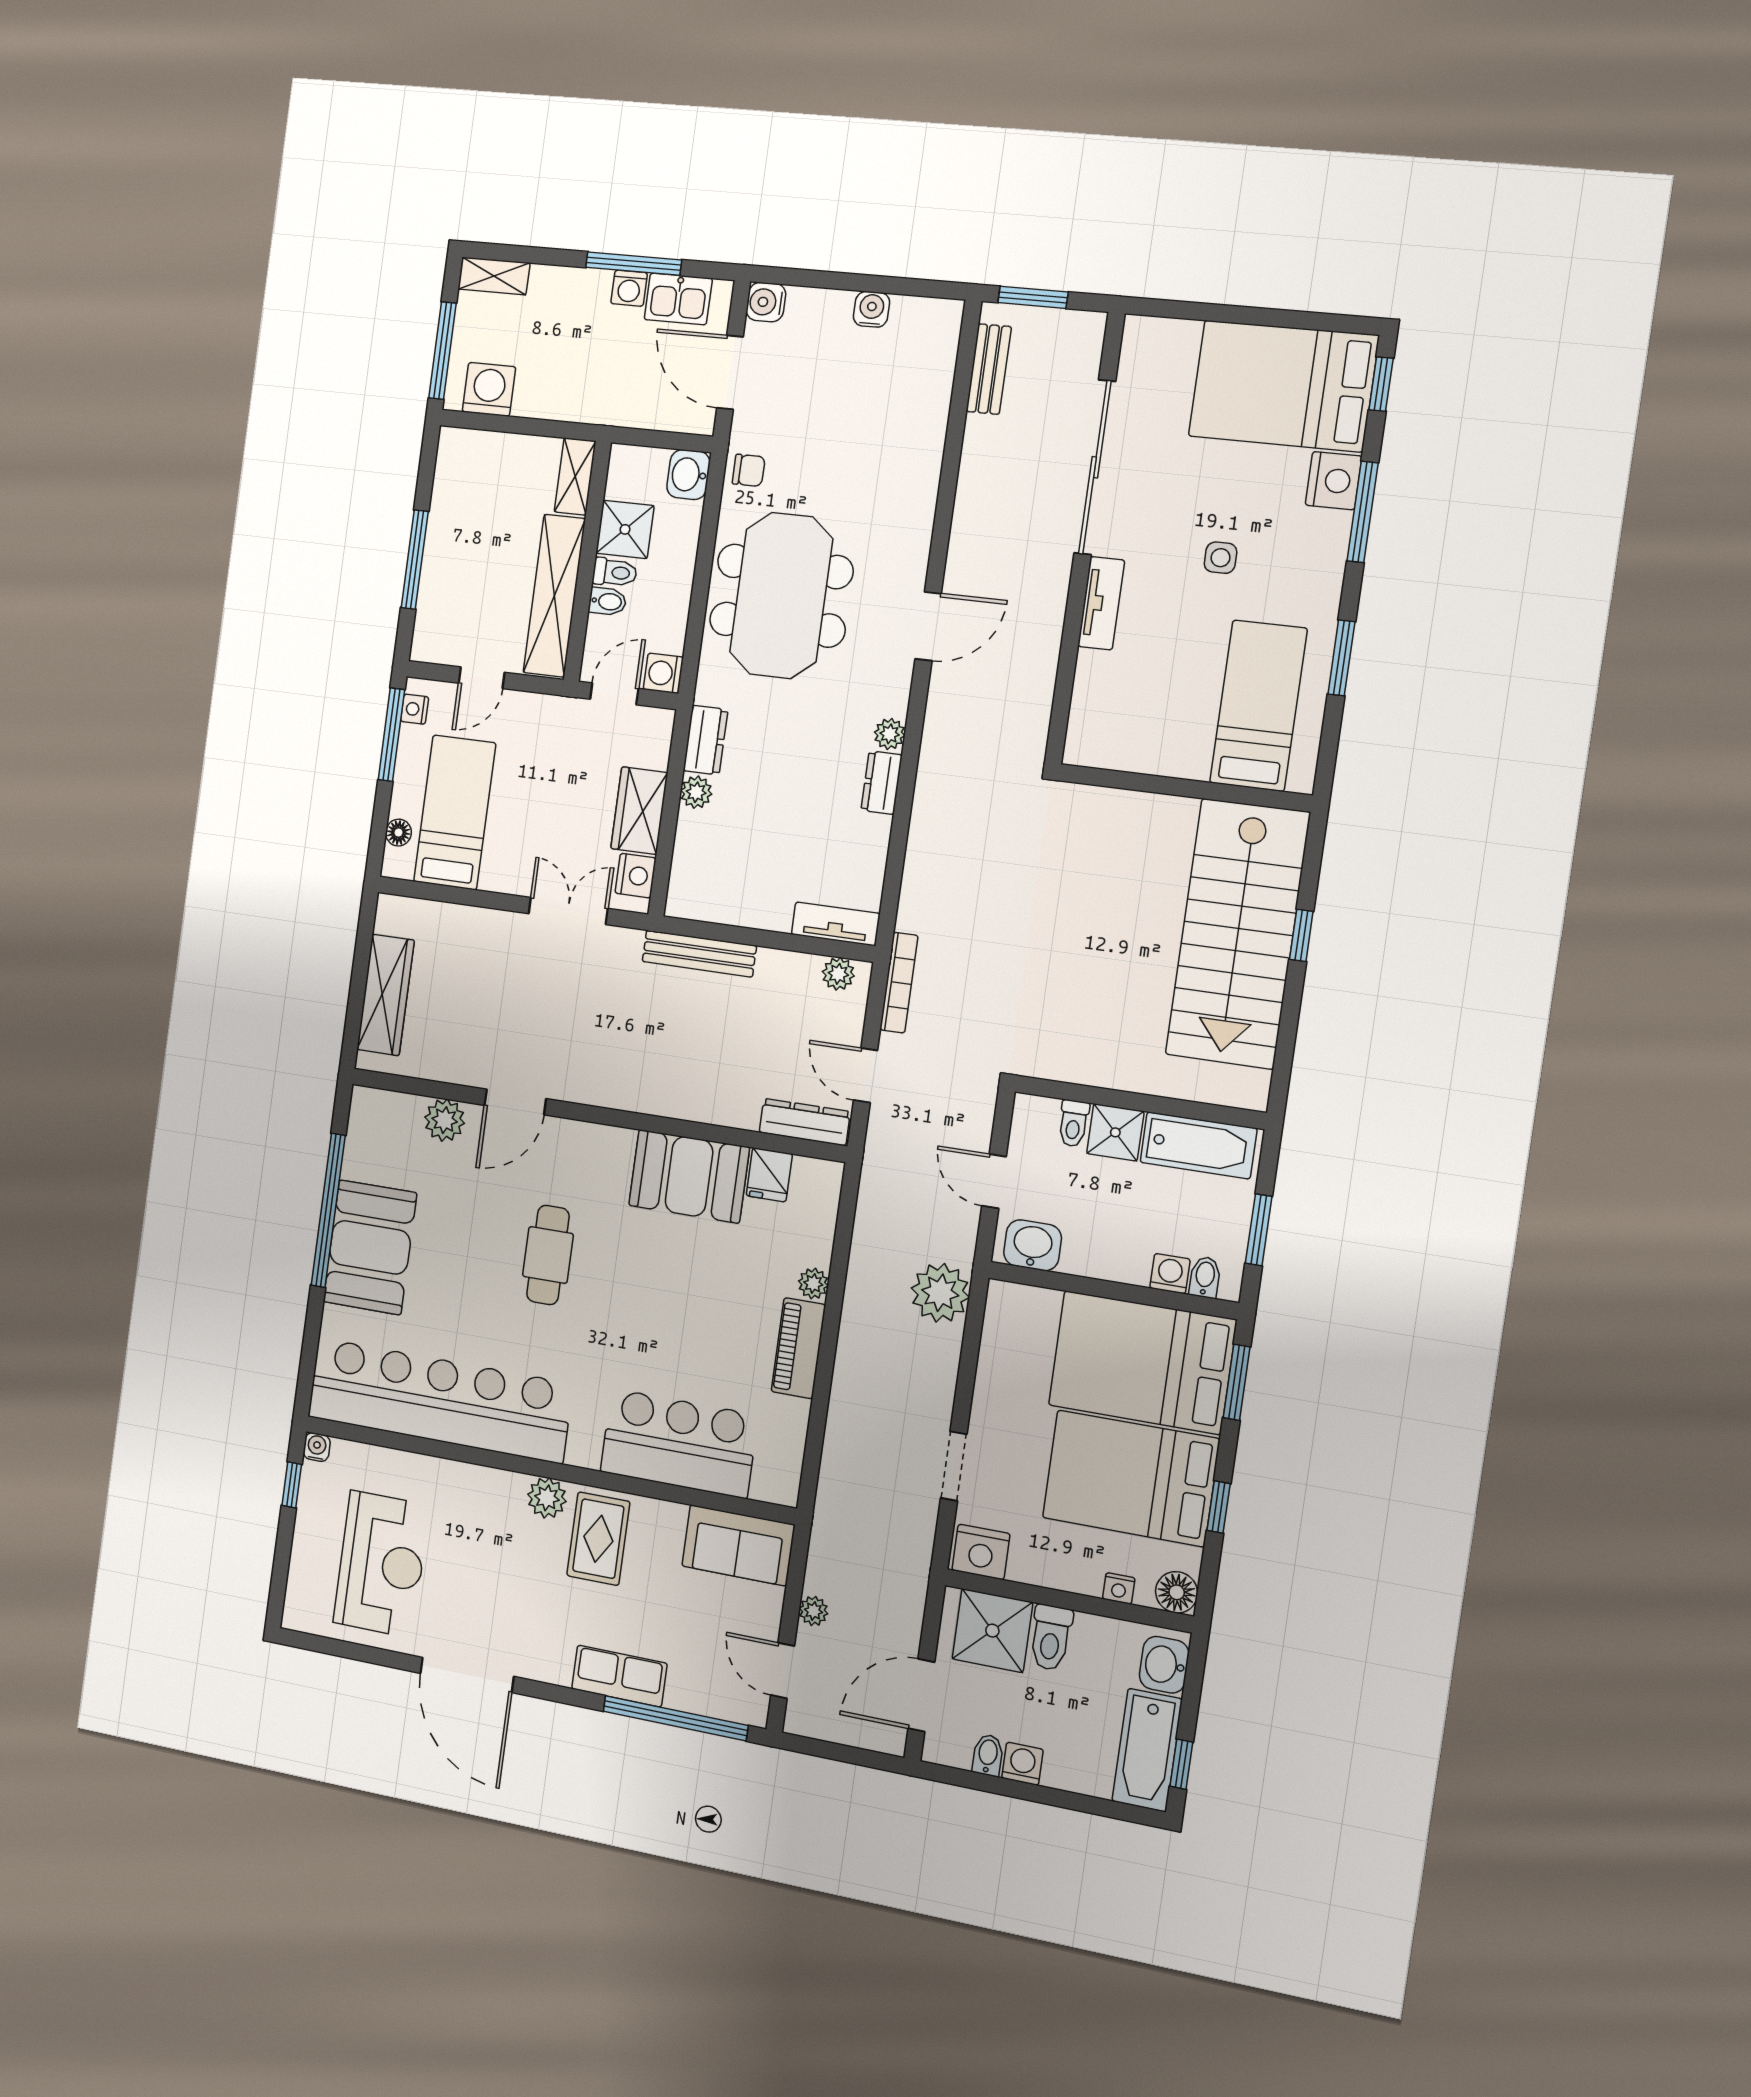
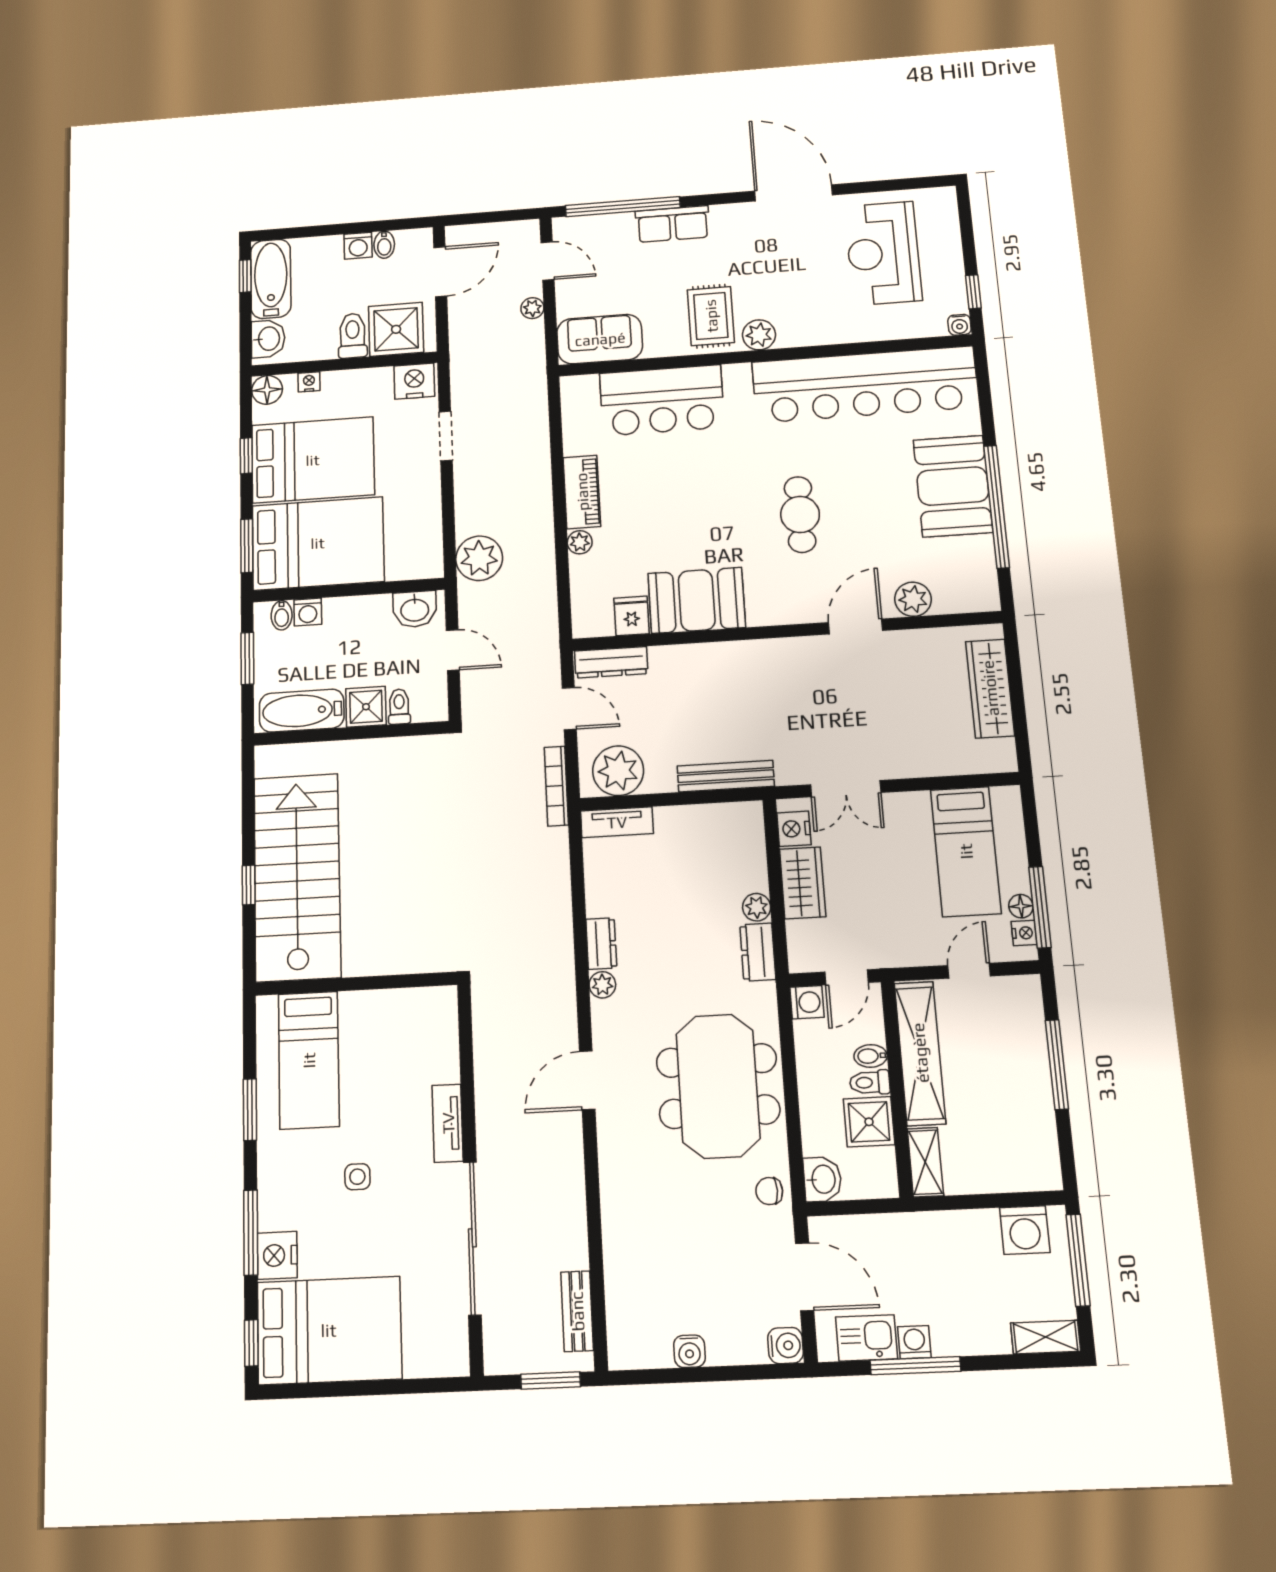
floor lamp: (398, 833) -> (1021, 906), moved
plant: (838, 974) -> (618, 771), width x1.88, depth x1.88

